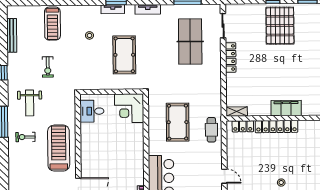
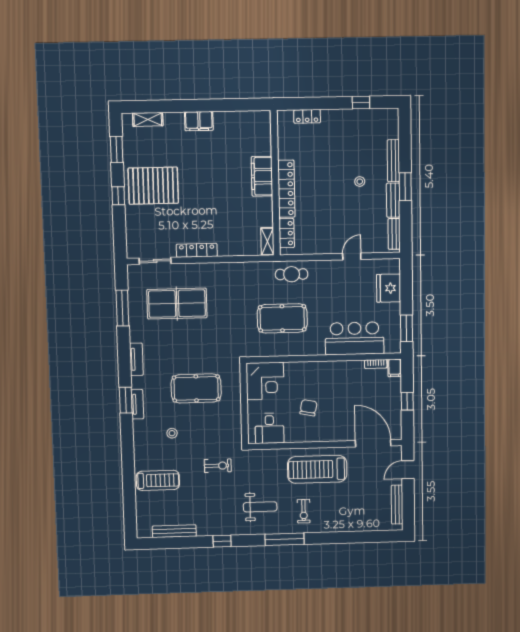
exercise bike: (48, 67) -> (218, 466), moved
chair: (108, 142) -> (308, 408), added

